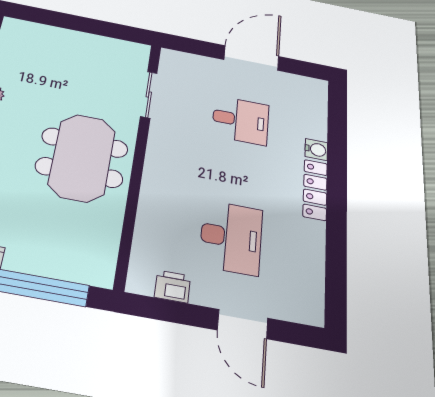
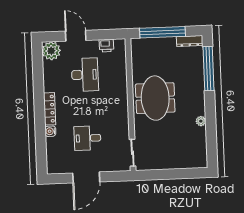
sliding door: (149, 95) -> (132, 153), moved
desk: (231, 237) -> (85, 75), turned 180
plant: (303, 304) -> (51, 51), added

